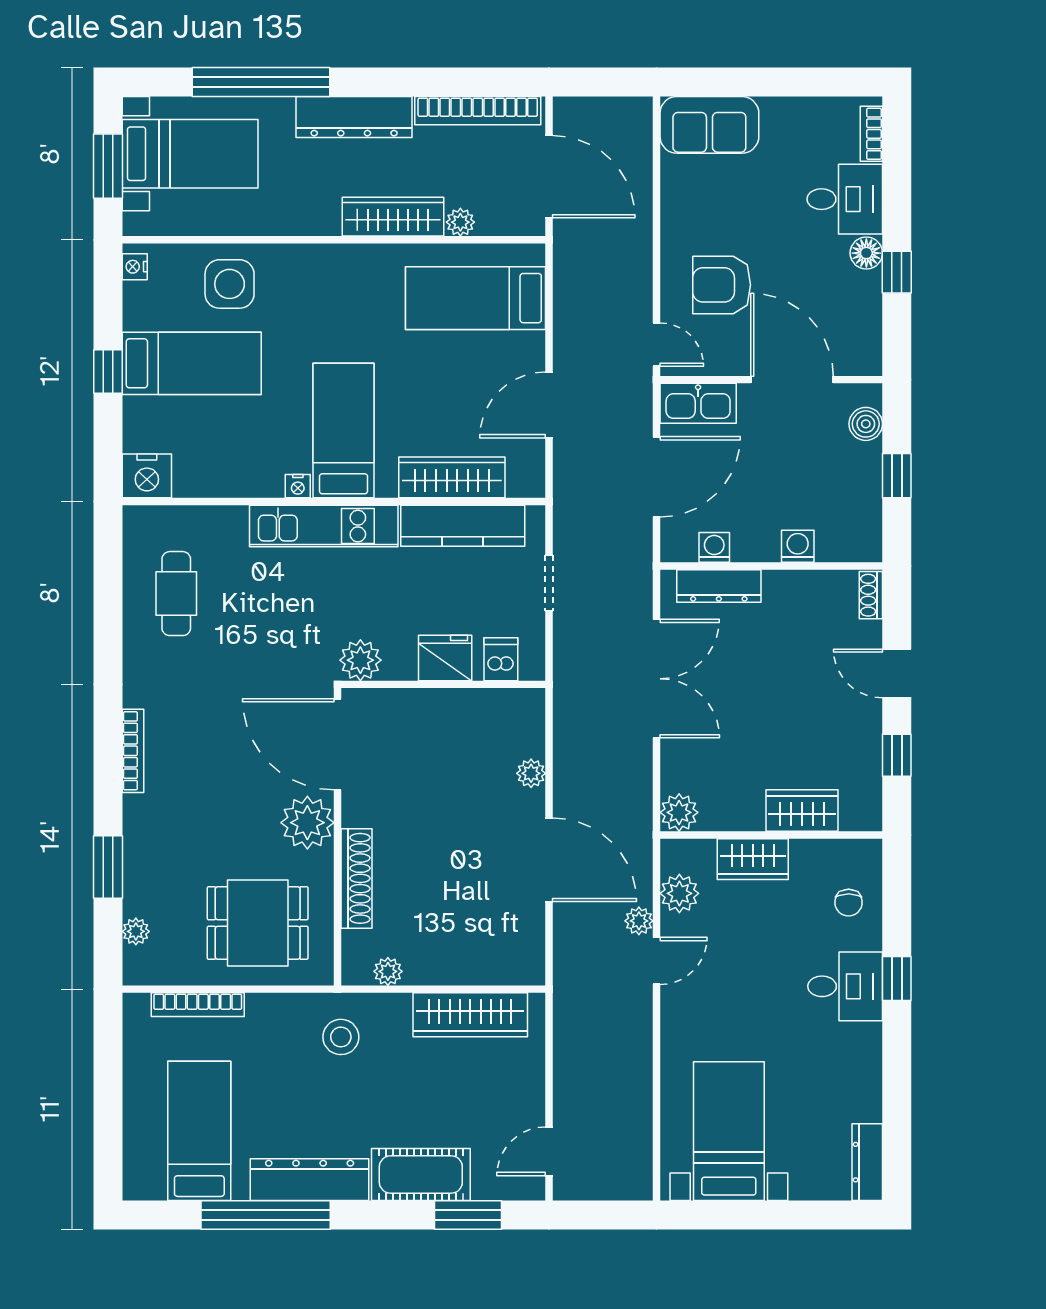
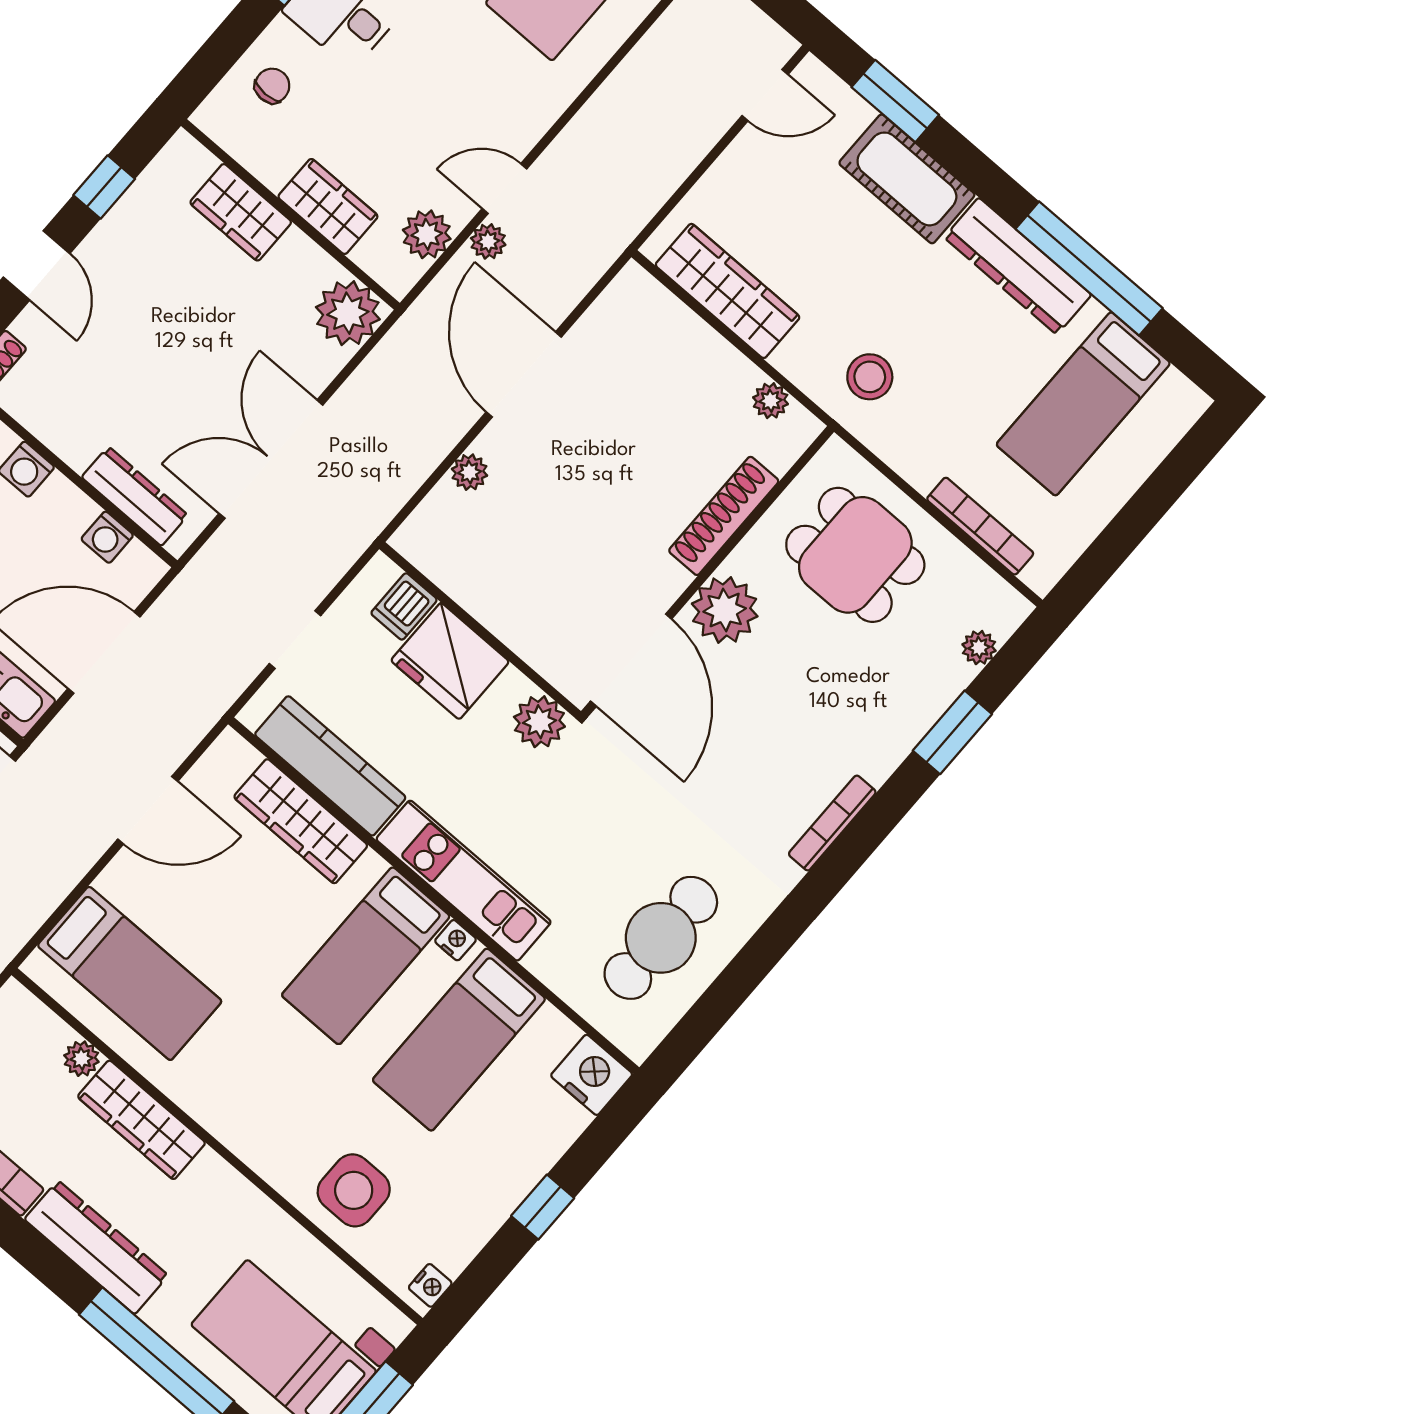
bed: (192, 363) -> (459, 1040), moved, turned -90
cafe table: (176, 594) -> (661, 938), width x1.37, depth x1.35
fridge: (445, 658) -> (450, 661), width x1.36, depth x1.34
plant: (679, 812) -> (348, 313), width x1.36, depth x1.36

